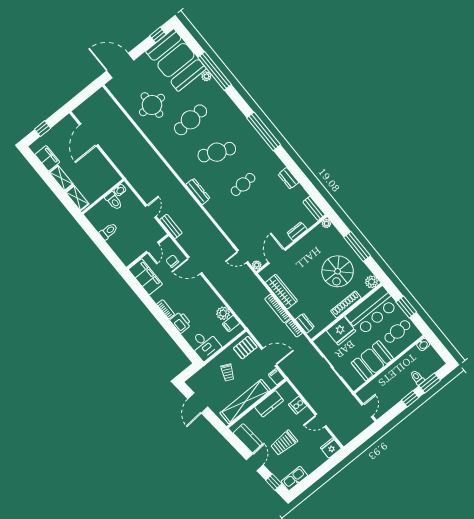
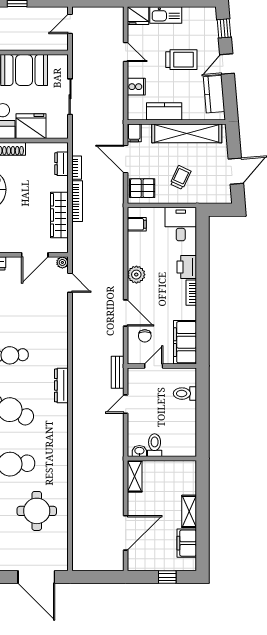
shelving: (77, 198) -> (135, 476), moved
toilet: (108, 231) -> (185, 394), moved
plant: (223, 313) -> (136, 275), moved
kitchen sink: (294, 478) -> (166, 15), moved

